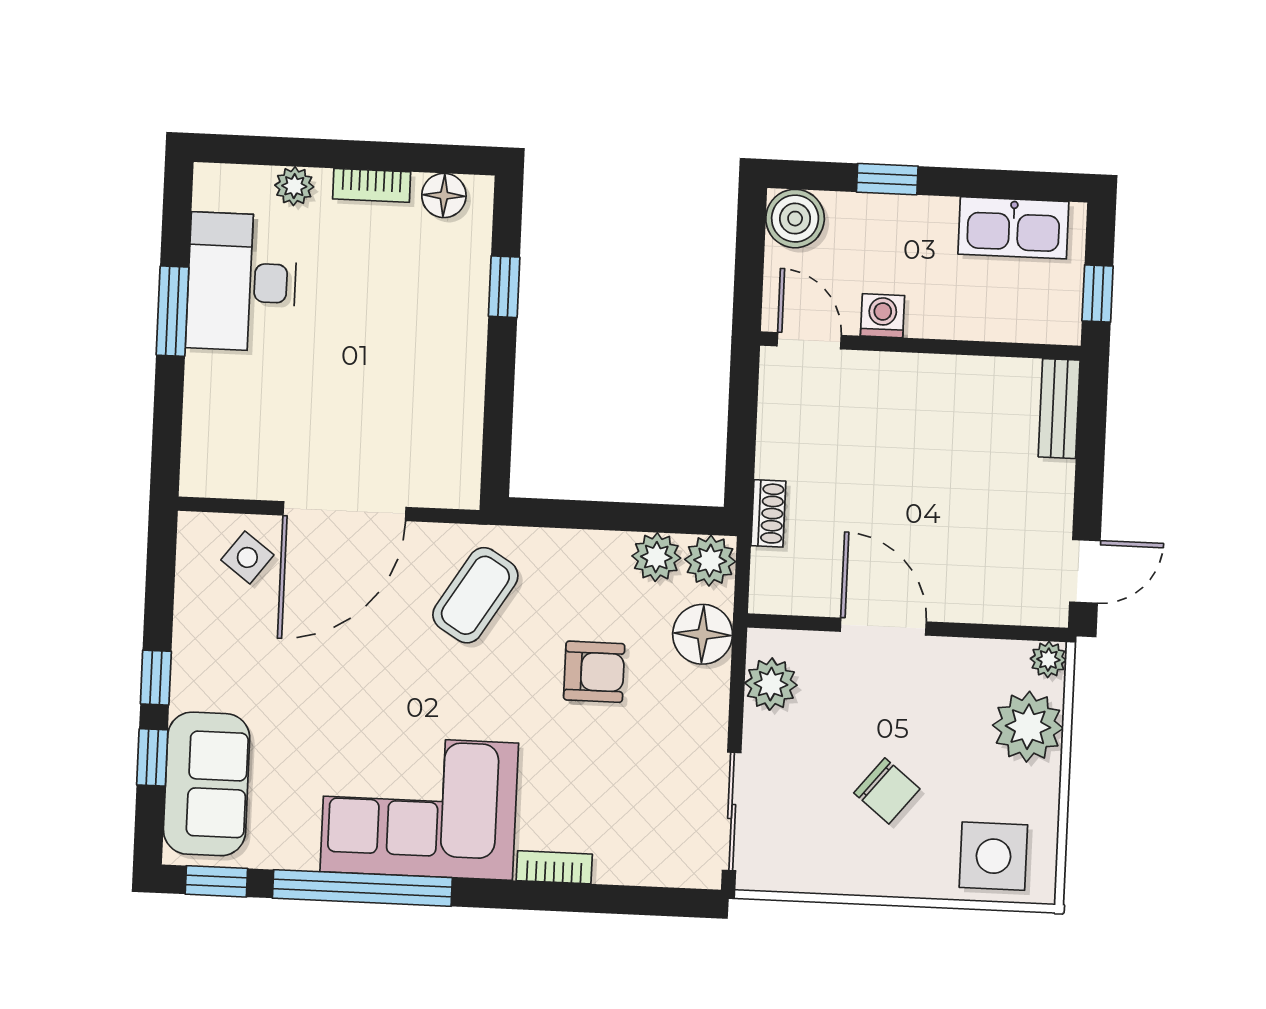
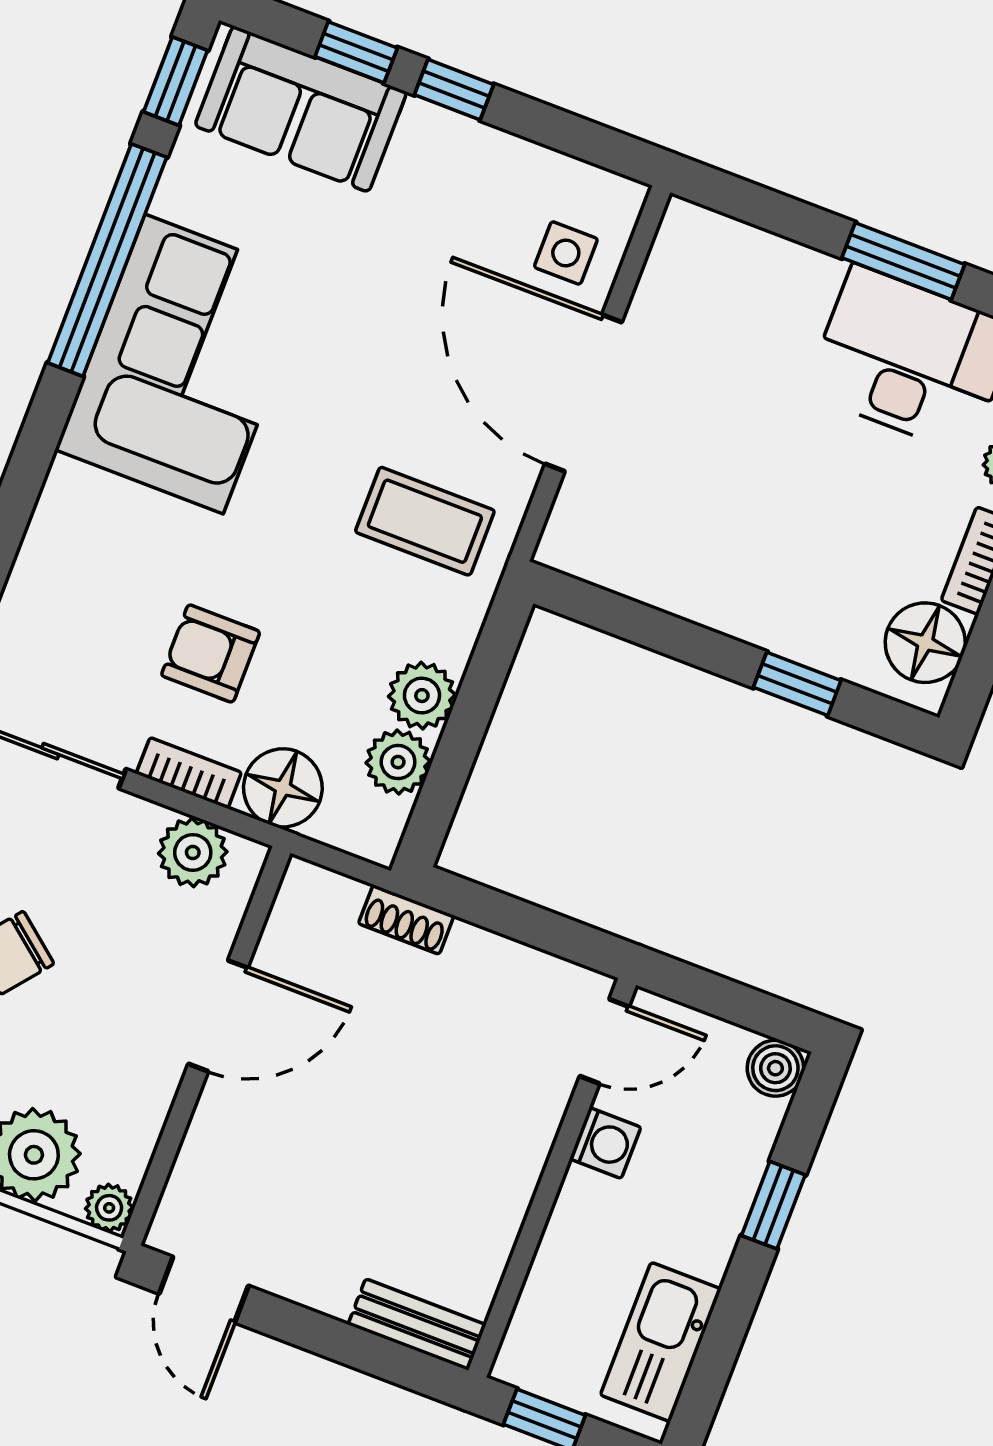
floor lamp: (444, 195) -> (925, 643), width x1.38, depth x1.38
boiler: (795, 219) -> (775, 1068), width x0.73, depth x0.73
side table: (247, 557) -> (566, 253), turned -37
plant: (710, 561) -> (422, 696), moved
coffee table: (475, 595) -> (425, 521), turned -32
armchair: (594, 672) -> (211, 654), moved, turned 90
bookcase: (554, 867) -> (189, 773), moved, turned -90

